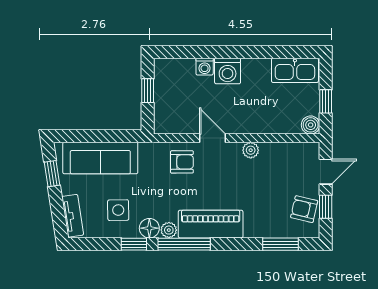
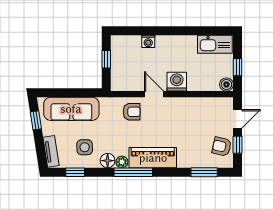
washing machine: (228, 71) -> (177, 82), moved, turned 180
plant: (251, 150) -> (182, 103), removed
window: (134, 244) -> (75, 172), moved

